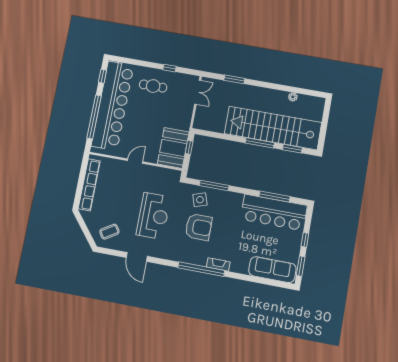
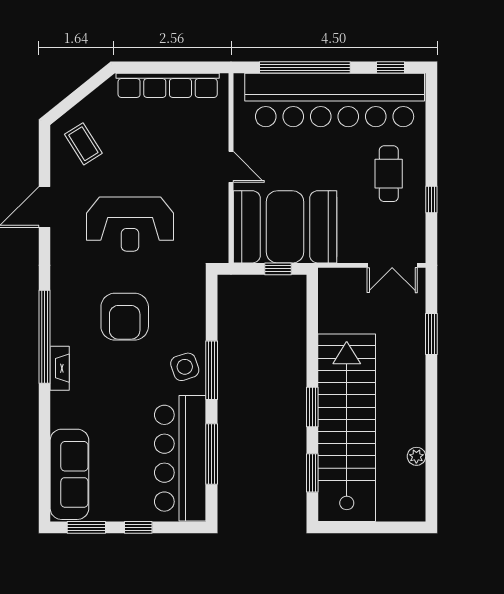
window: (260, 143) -> (312, 407), width x0.69
booth: (173, 148) -> (285, 227), width x1.36, depth x1.42
window: (214, 185) -> (212, 370), moved
side table: (200, 200) -> (185, 367), moved

